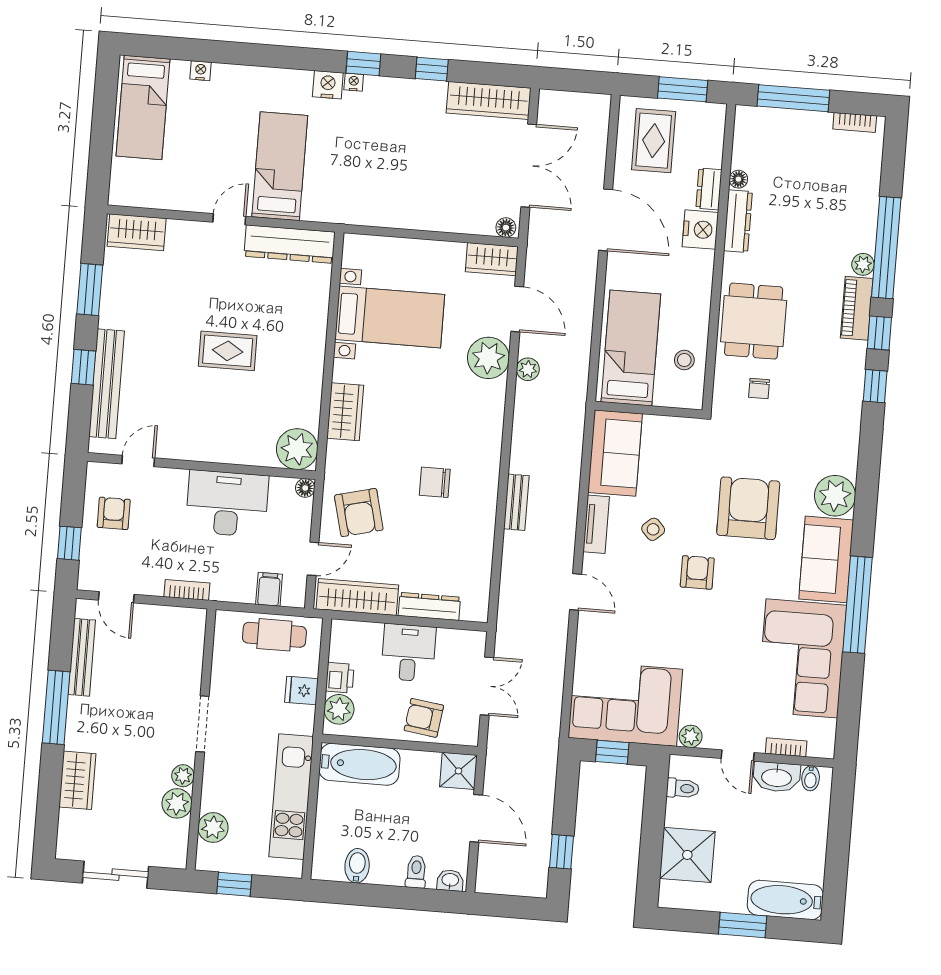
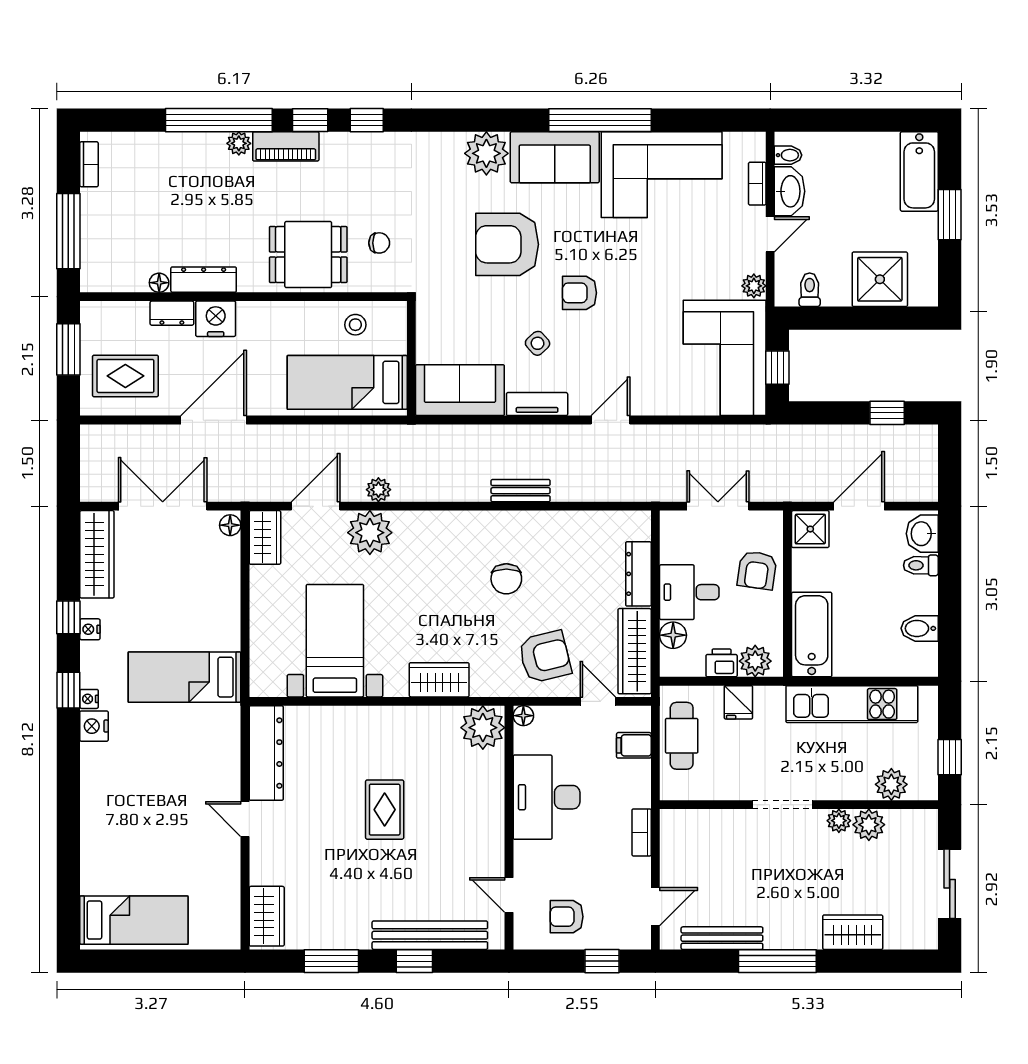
nightstand: (201, 71) -> (90, 629), moved
bed: (280, 166) -> (184, 677), moved
floor lamp: (369, 634) -> (673, 635), added
washbasin: (450, 880) -> (922, 534), width x1.38, depth x1.45

